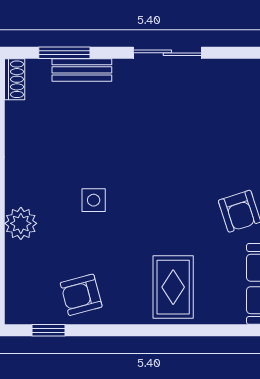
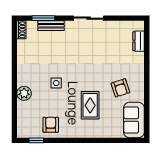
rug: (173, 287) -> (90, 105), moved
armchair: (81, 295) -> (51, 125), turned 105

